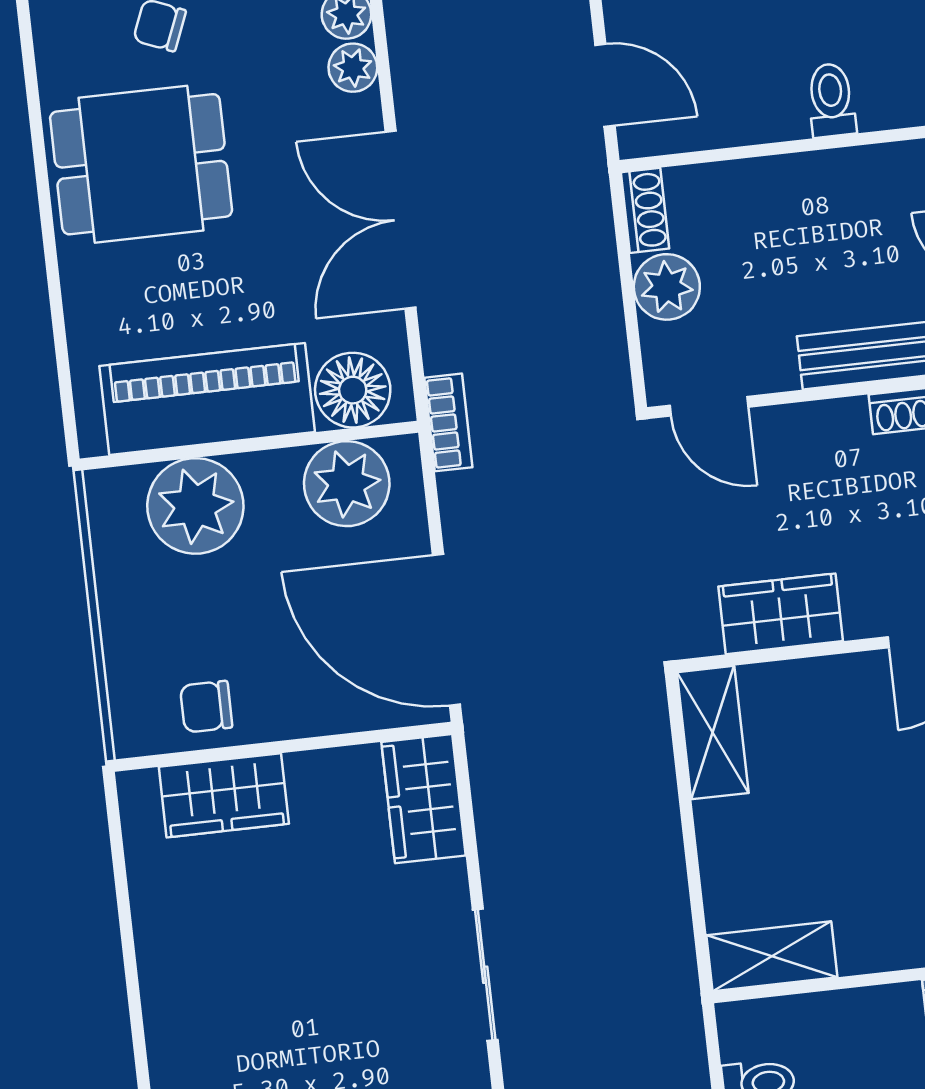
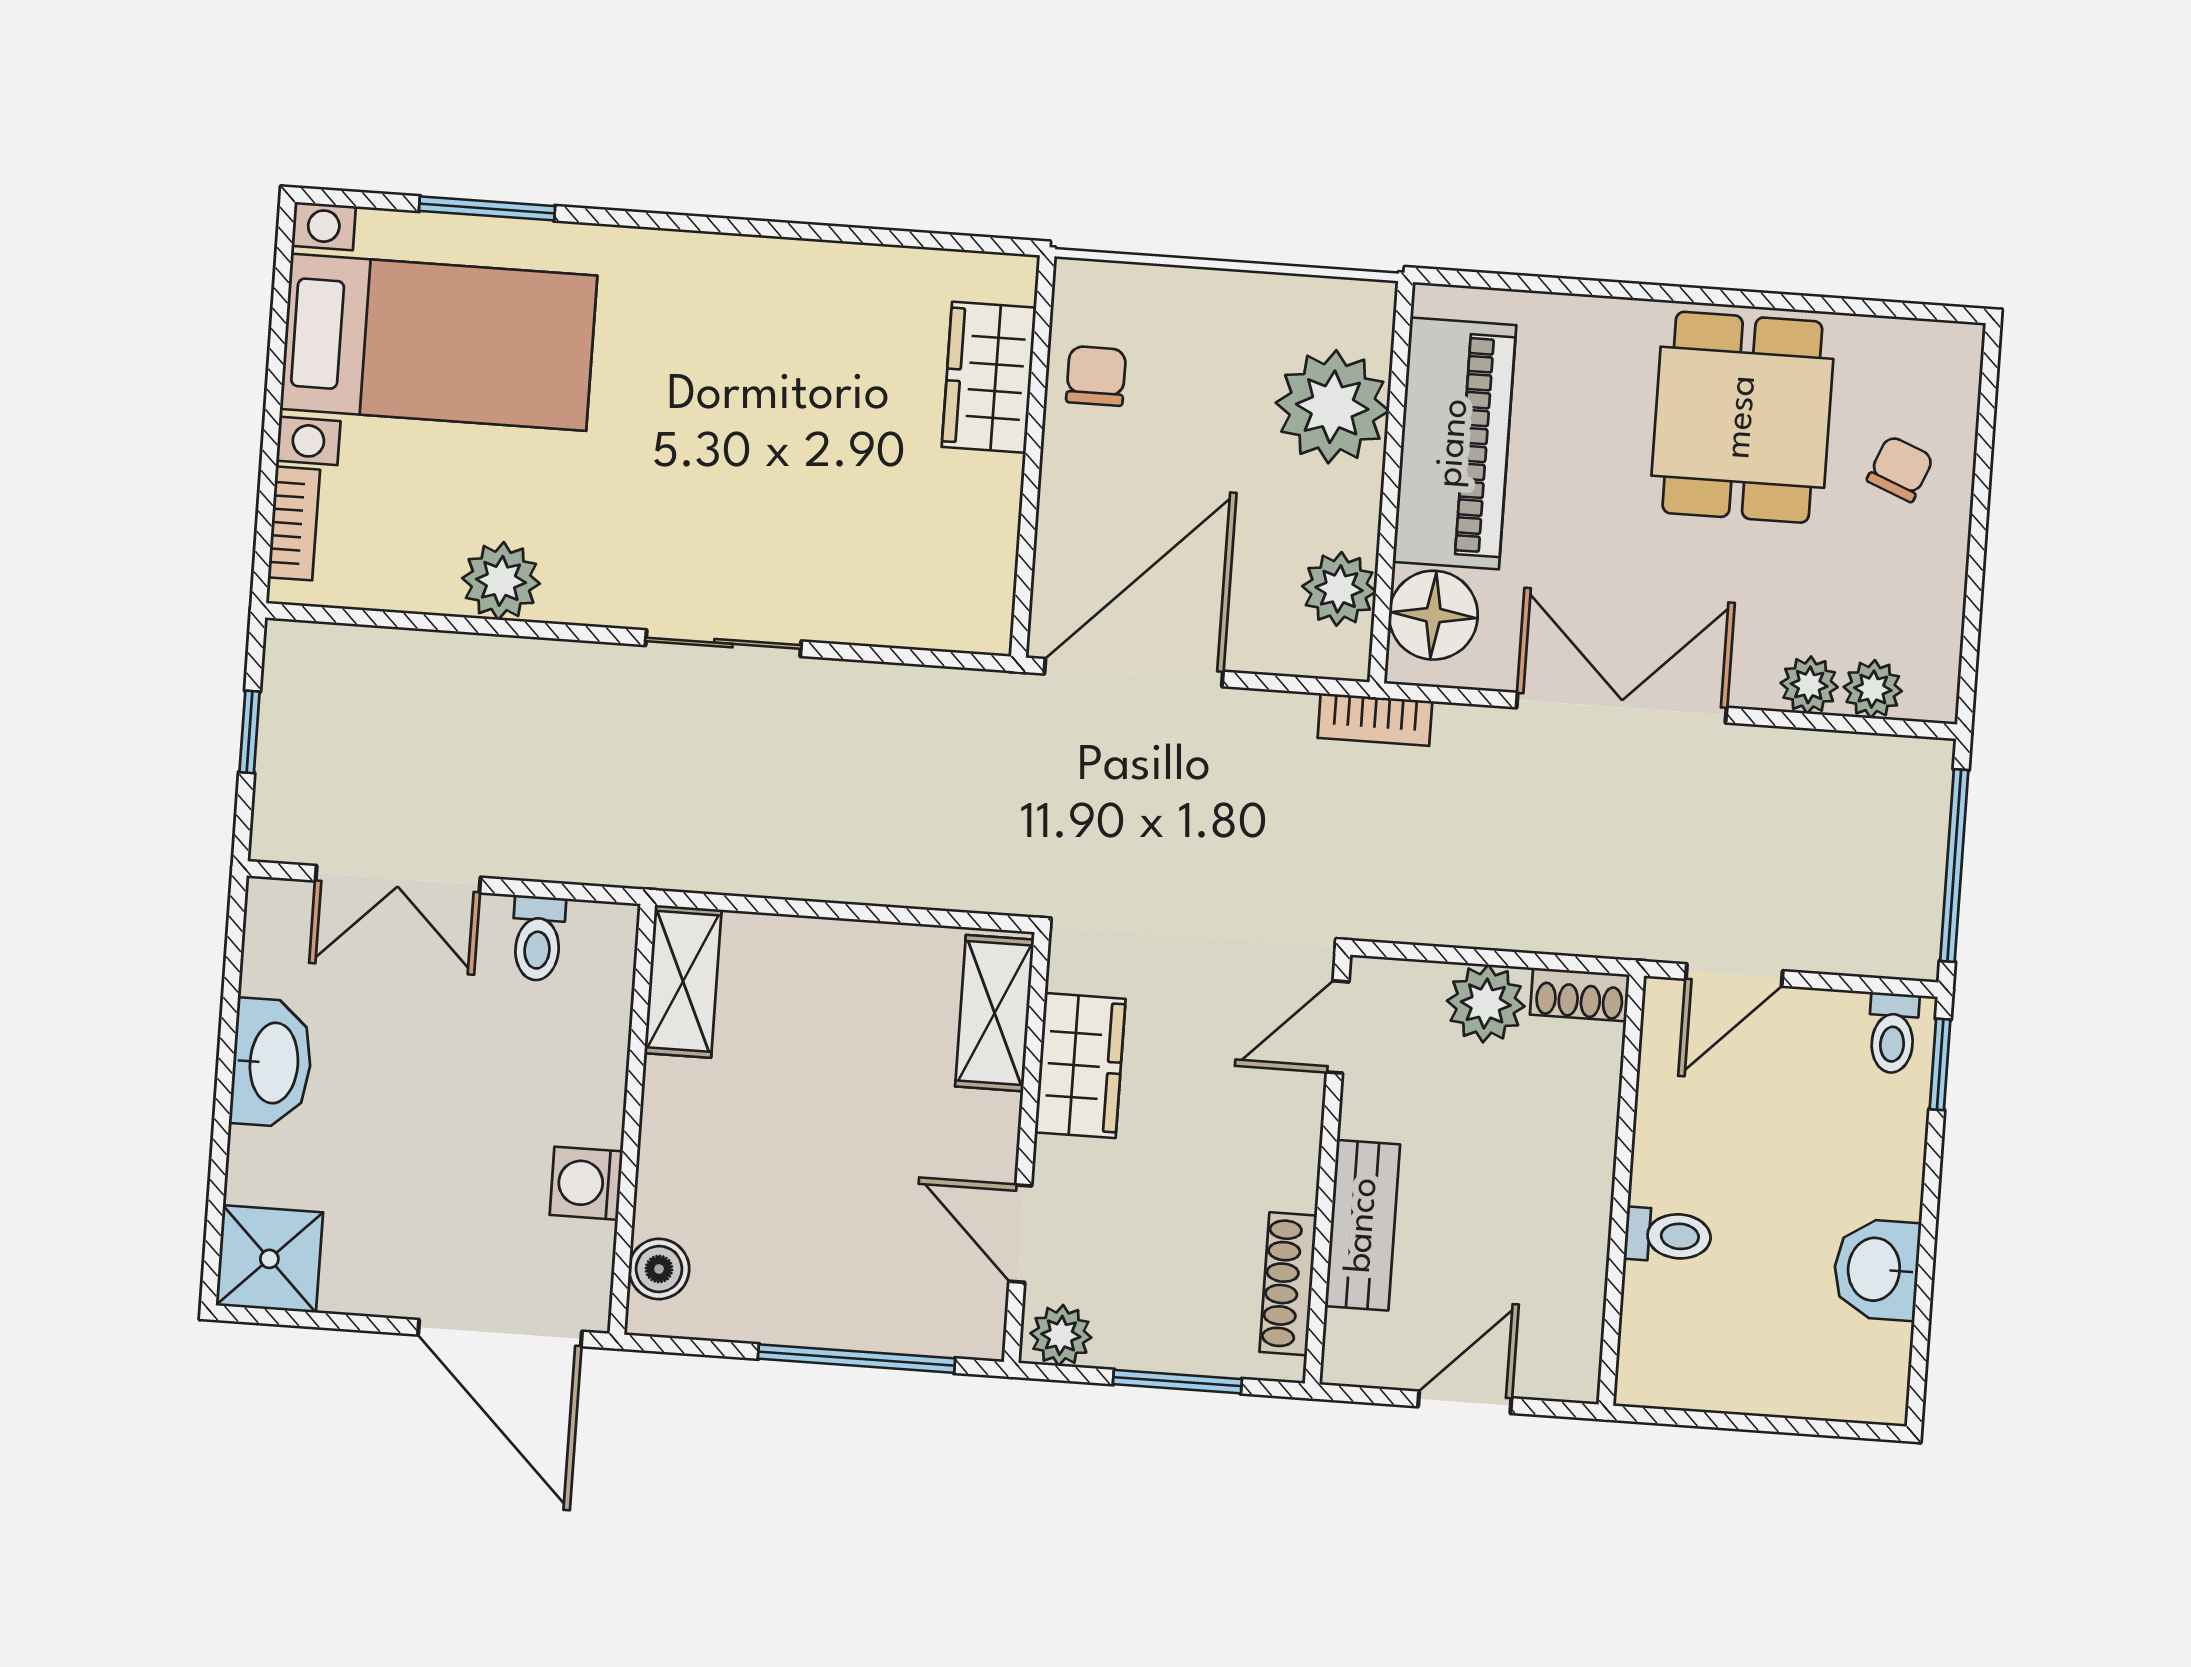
plant: (347, 484) -> (1339, 589), width x0.73, depth x0.73
shelving: (713, 733) -> (995, 1013), moved, turned 90
wardrobe: (424, 799) -> (942, 609), removed

